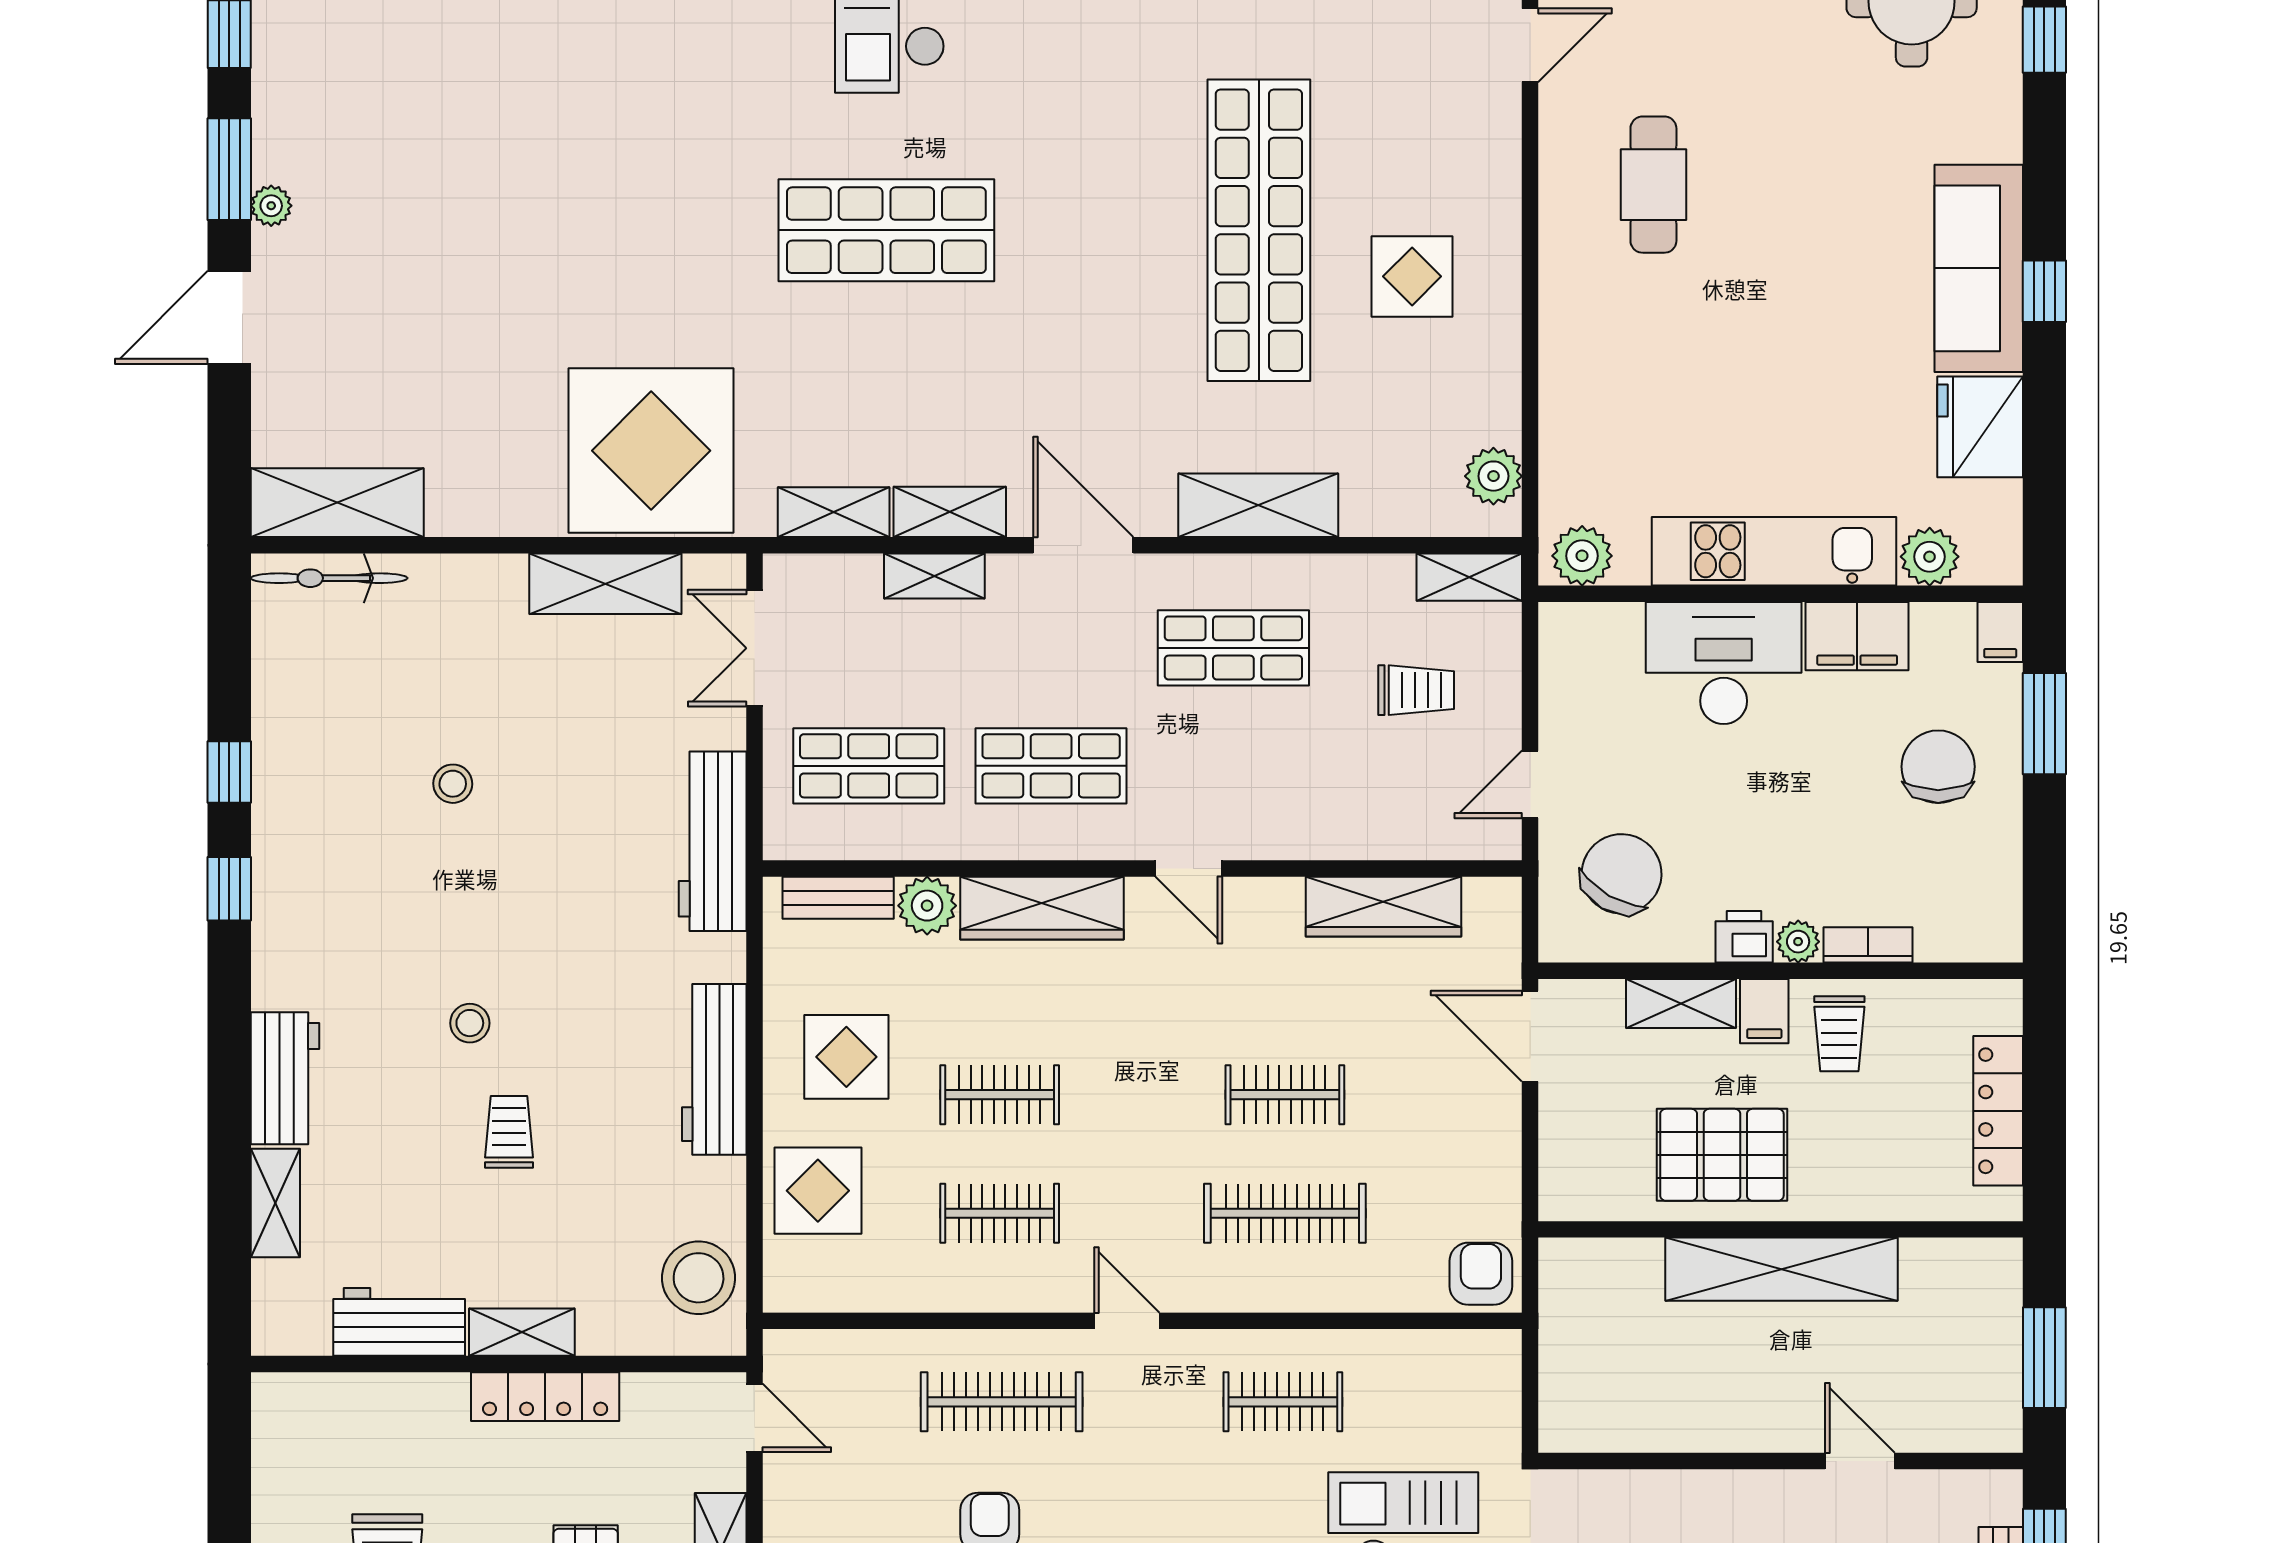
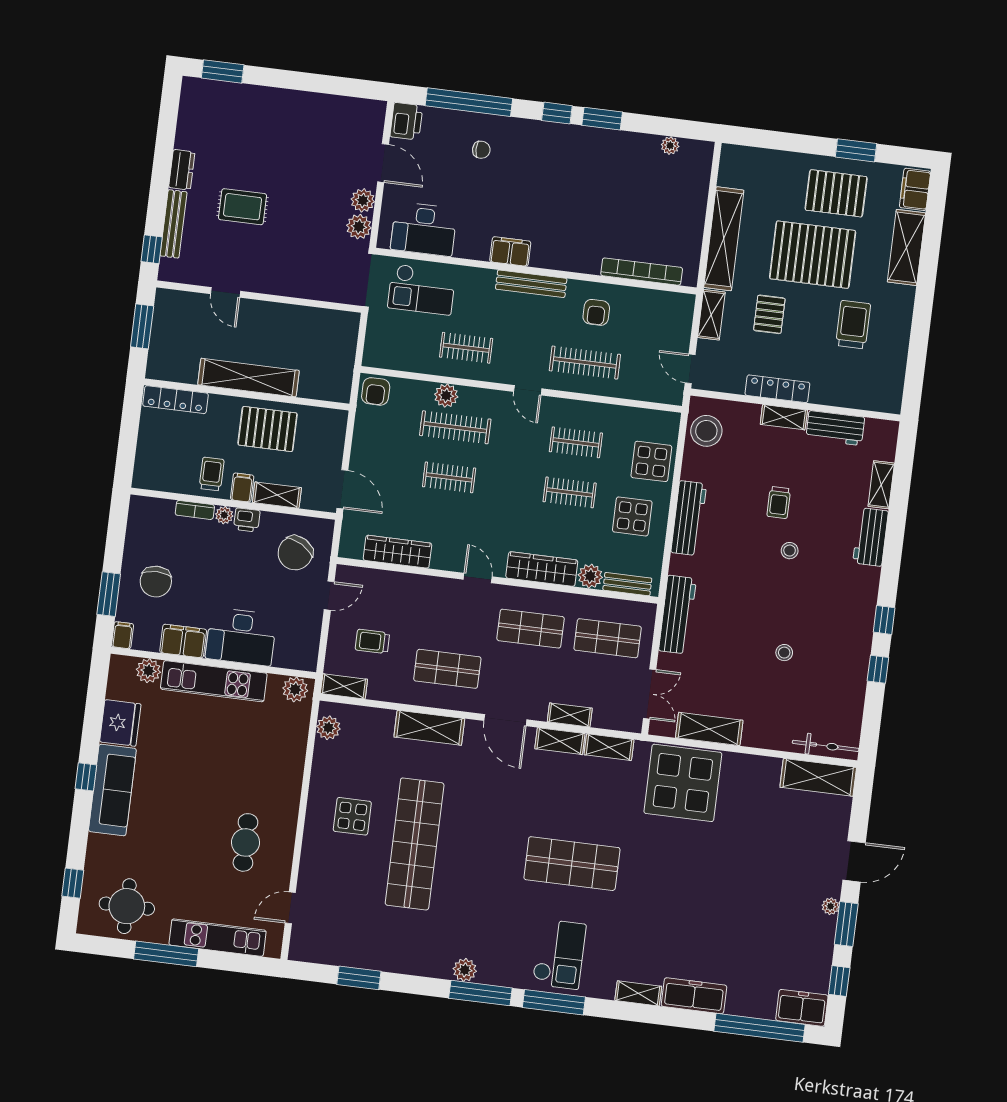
locker: (1998, 1111) -> (176, 400), moved, turned 90
plant: (1315, 1285) -> (446, 396), added

